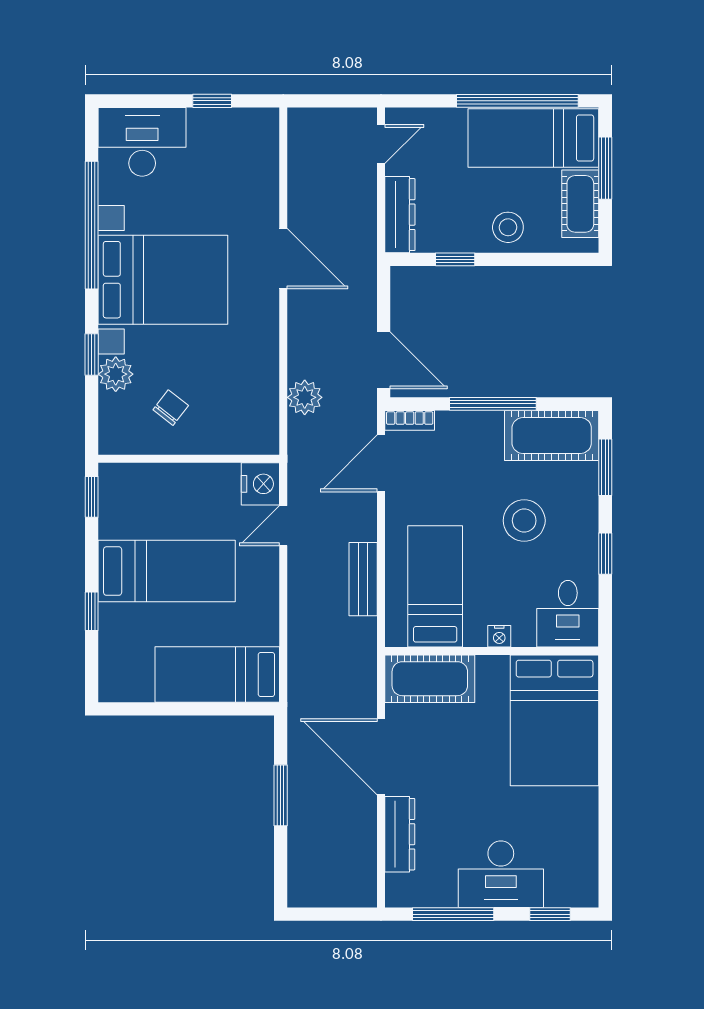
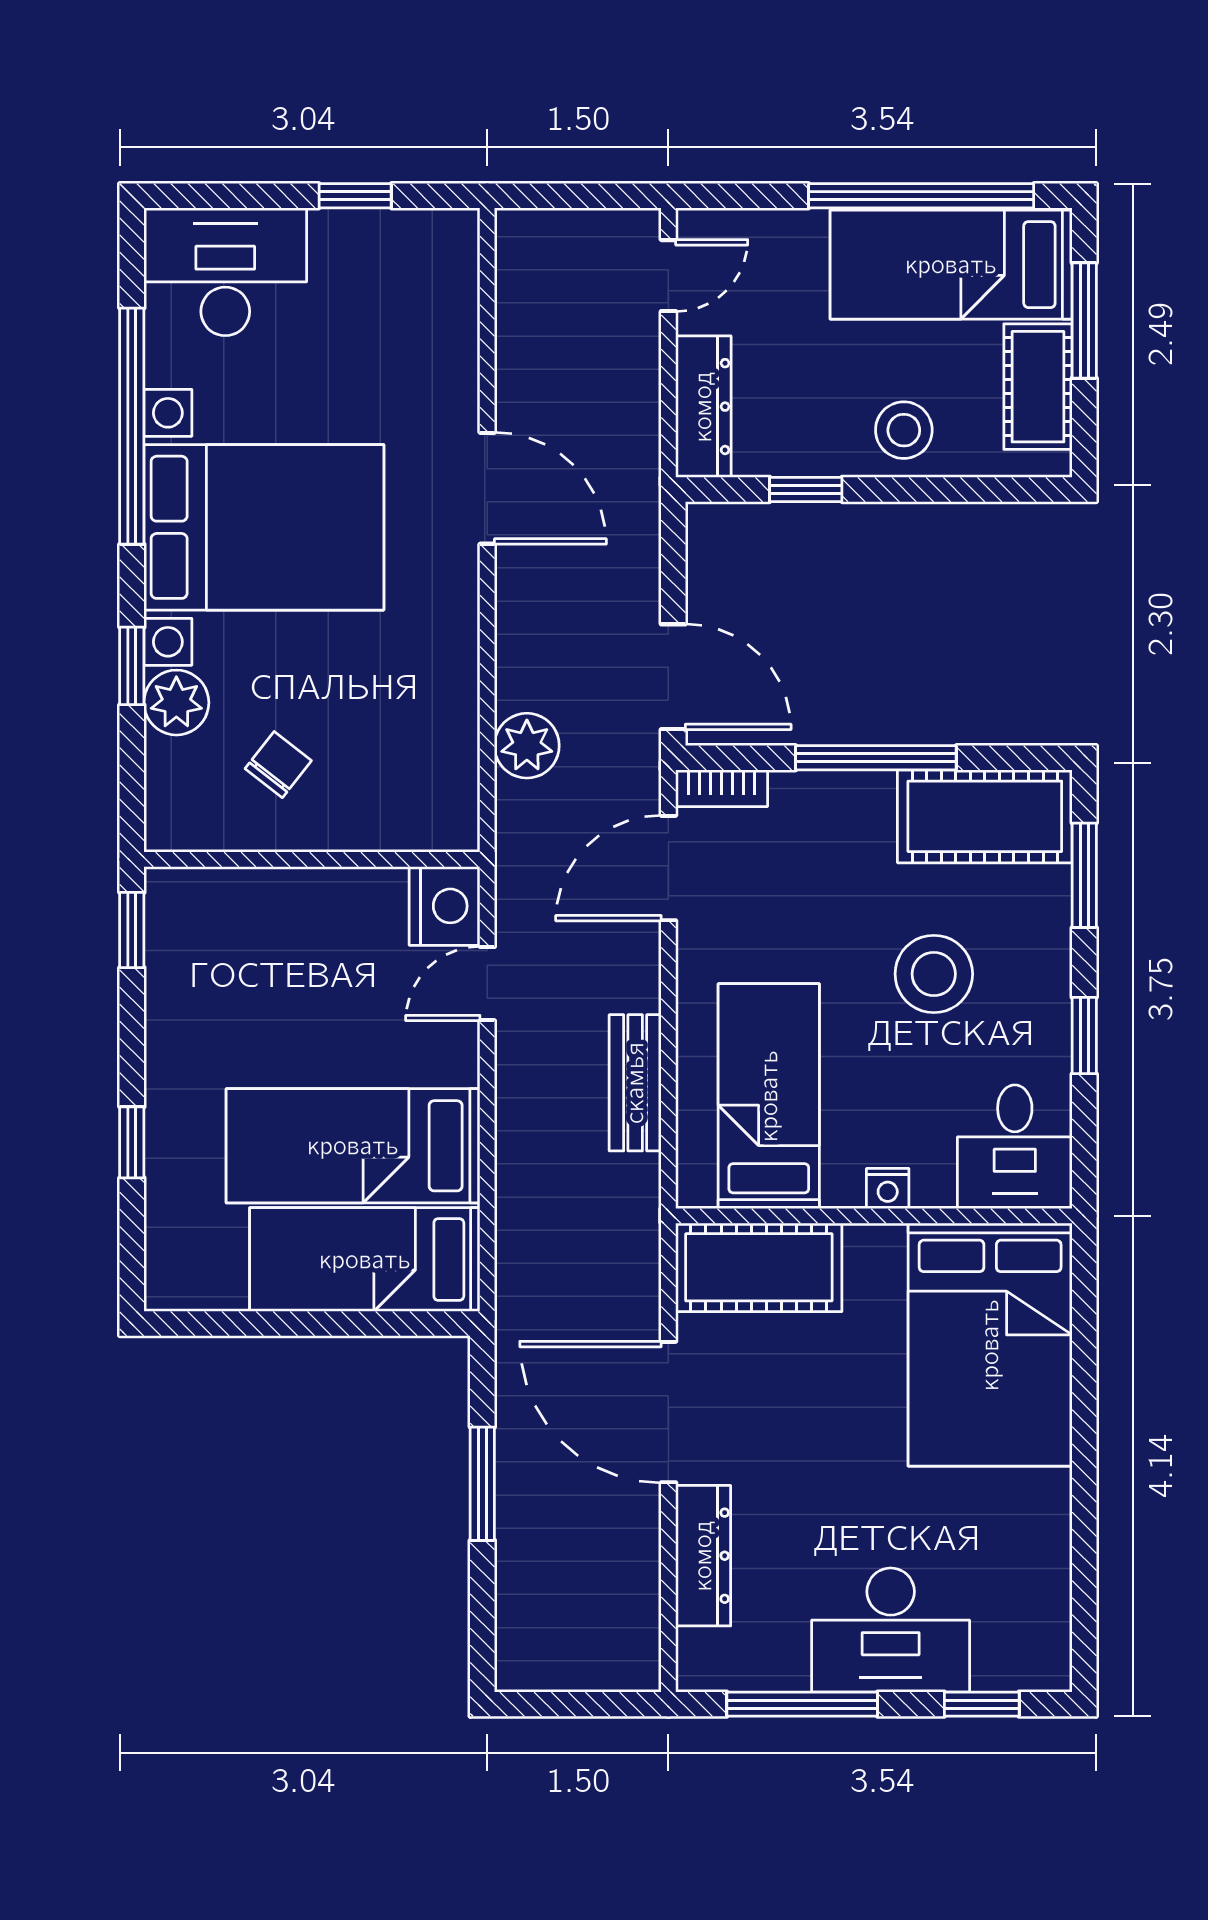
bed: (167, 571) -> (353, 1146), moved, turned 180

